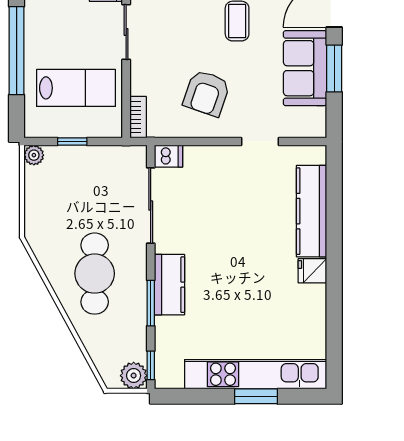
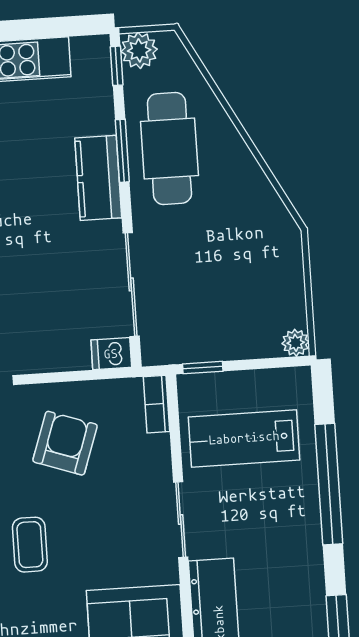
window: (72, 141) -> (203, 368), moved
cafe table: (95, 274) -> (169, 148), moved

